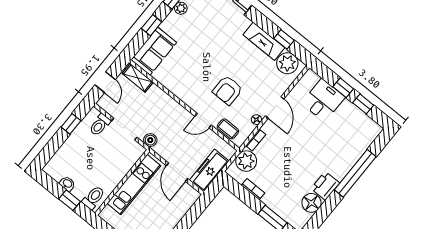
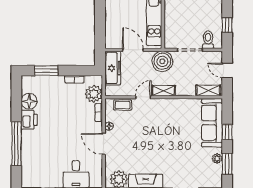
sofa: (154, 51) -> (212, 123), width x1.36
armchair: (228, 90) -> (143, 130), removed
shelving: (179, 111) -> (164, 91), added
boiler: (150, 140) -> (162, 61), width x1.86, depth x1.86

